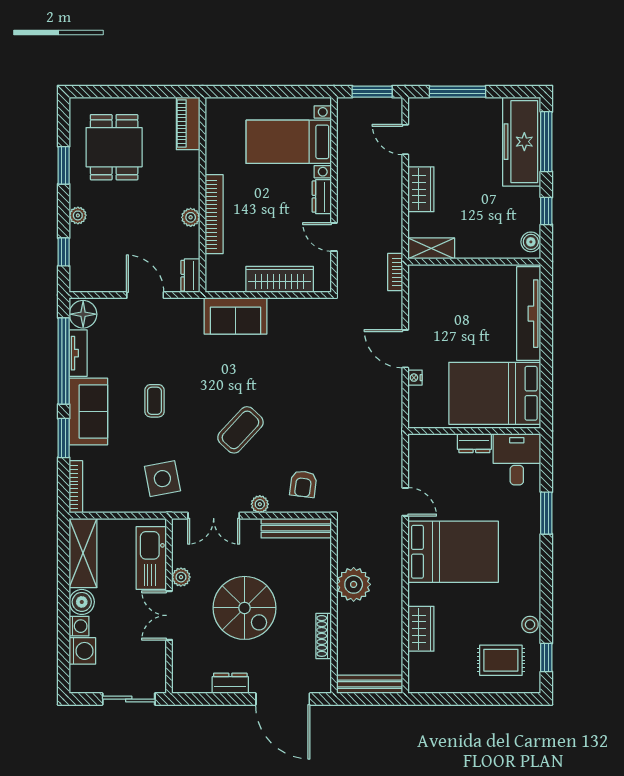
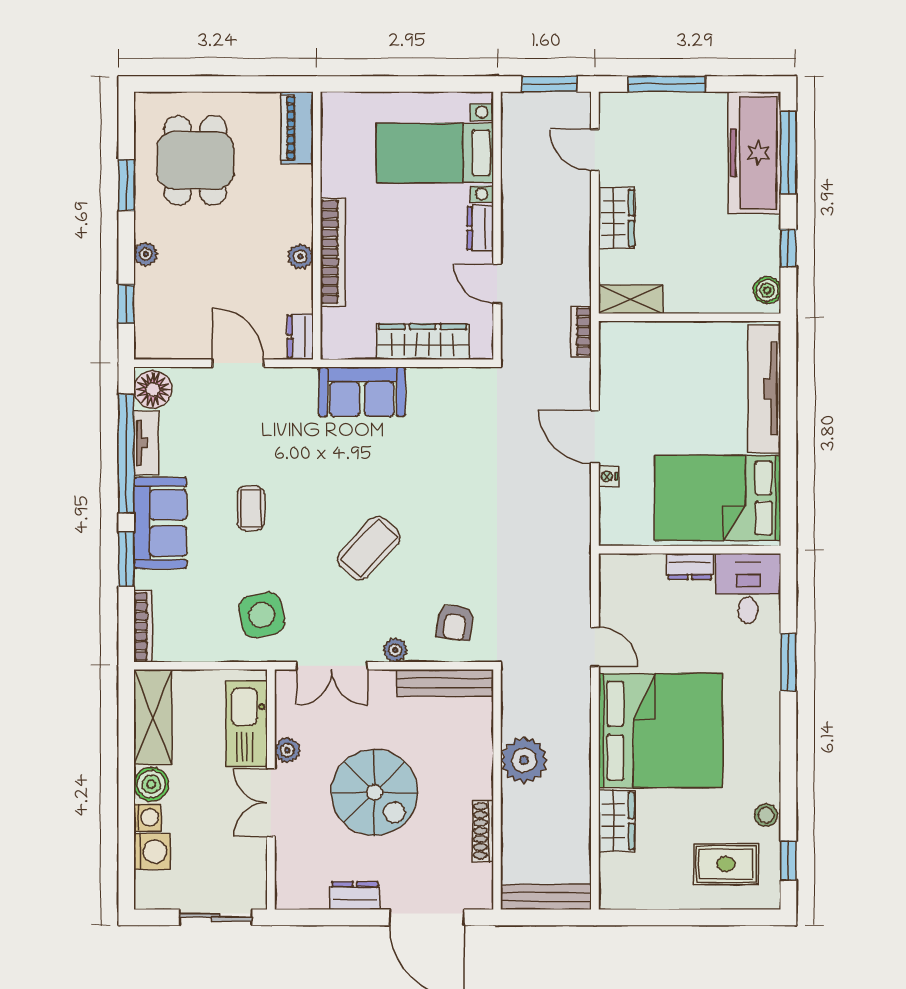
bed: (453, 552) -> (661, 731), width x1.36

